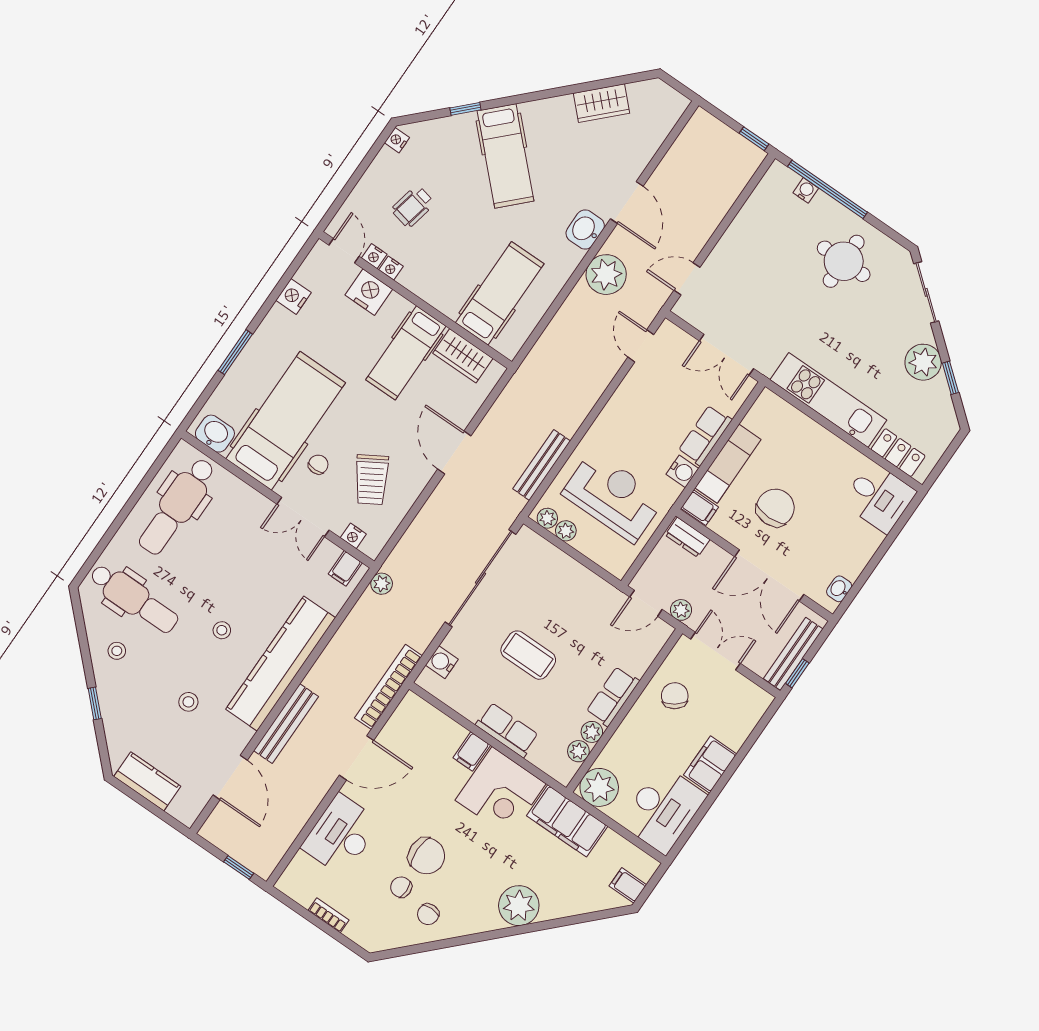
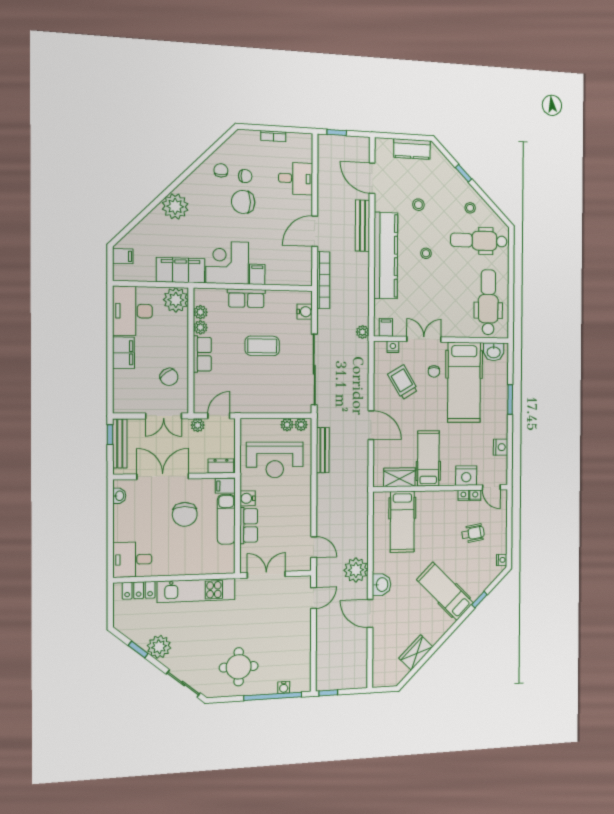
wheelchair: (413, 206) -> (473, 533), turned 69
desk: (341, 835) -> (296, 178), width x0.73

